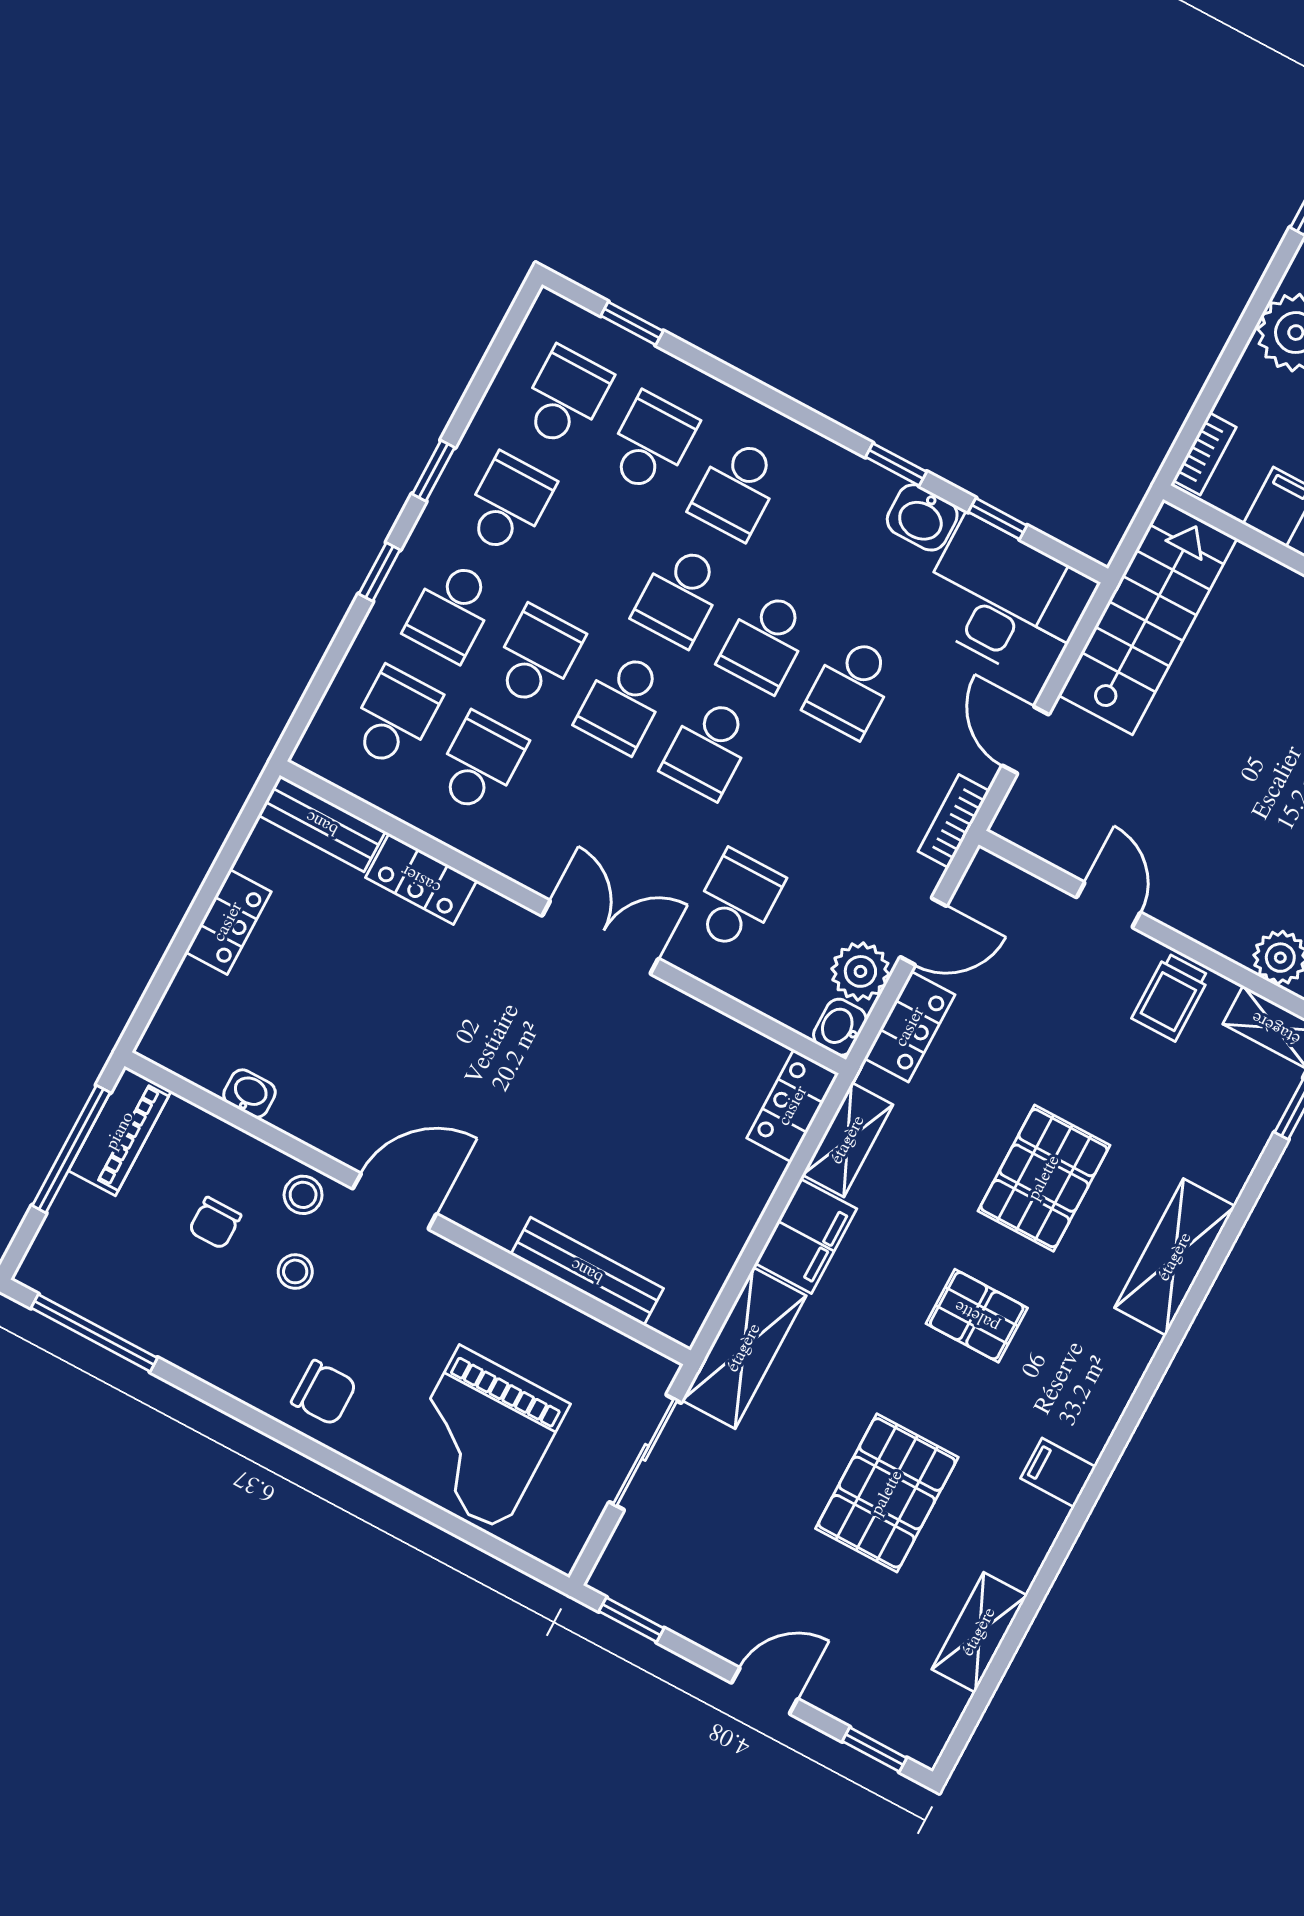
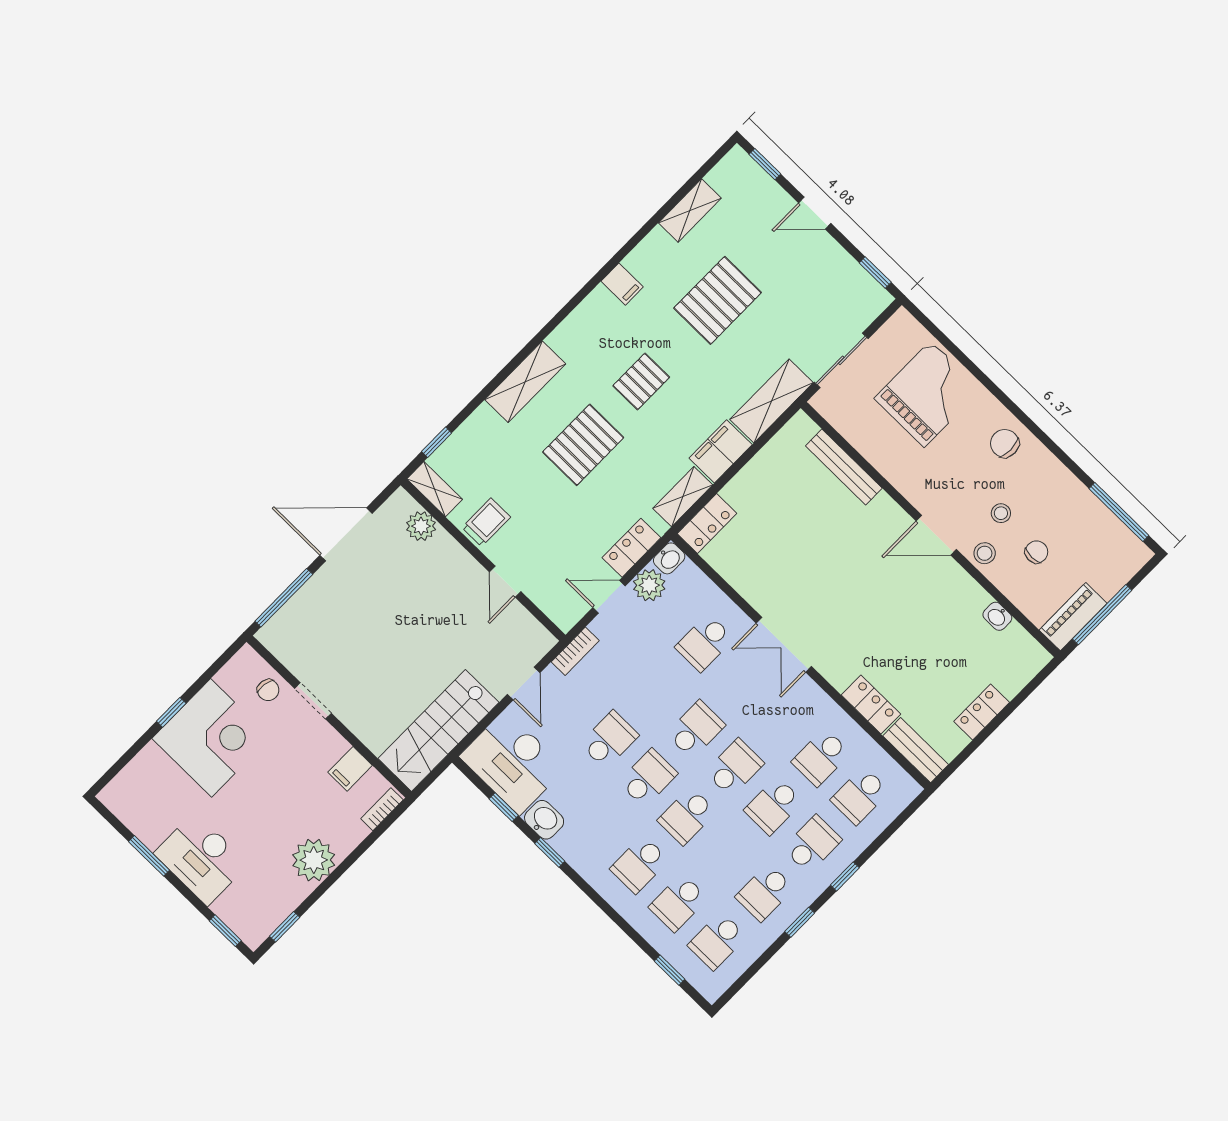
school desk: (737, 489) -> (639, 864), turned 180
school desk: (680, 596) -> (687, 816), turned 180
pallet: (977, 1316) -> (641, 381), turned 90

